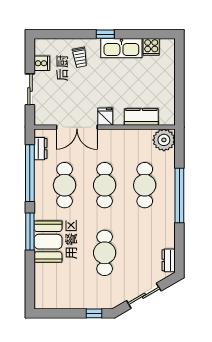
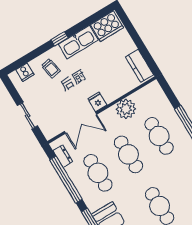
cooker: (151, 47) -> (107, 26), width x1.87, depth x1.31
cooker: (42, 63) -> (25, 72), moved, turned 90
kitchen counter: (141, 117) -> (139, 66), moved, turned -90
plant: (164, 140) -> (126, 109), moved

